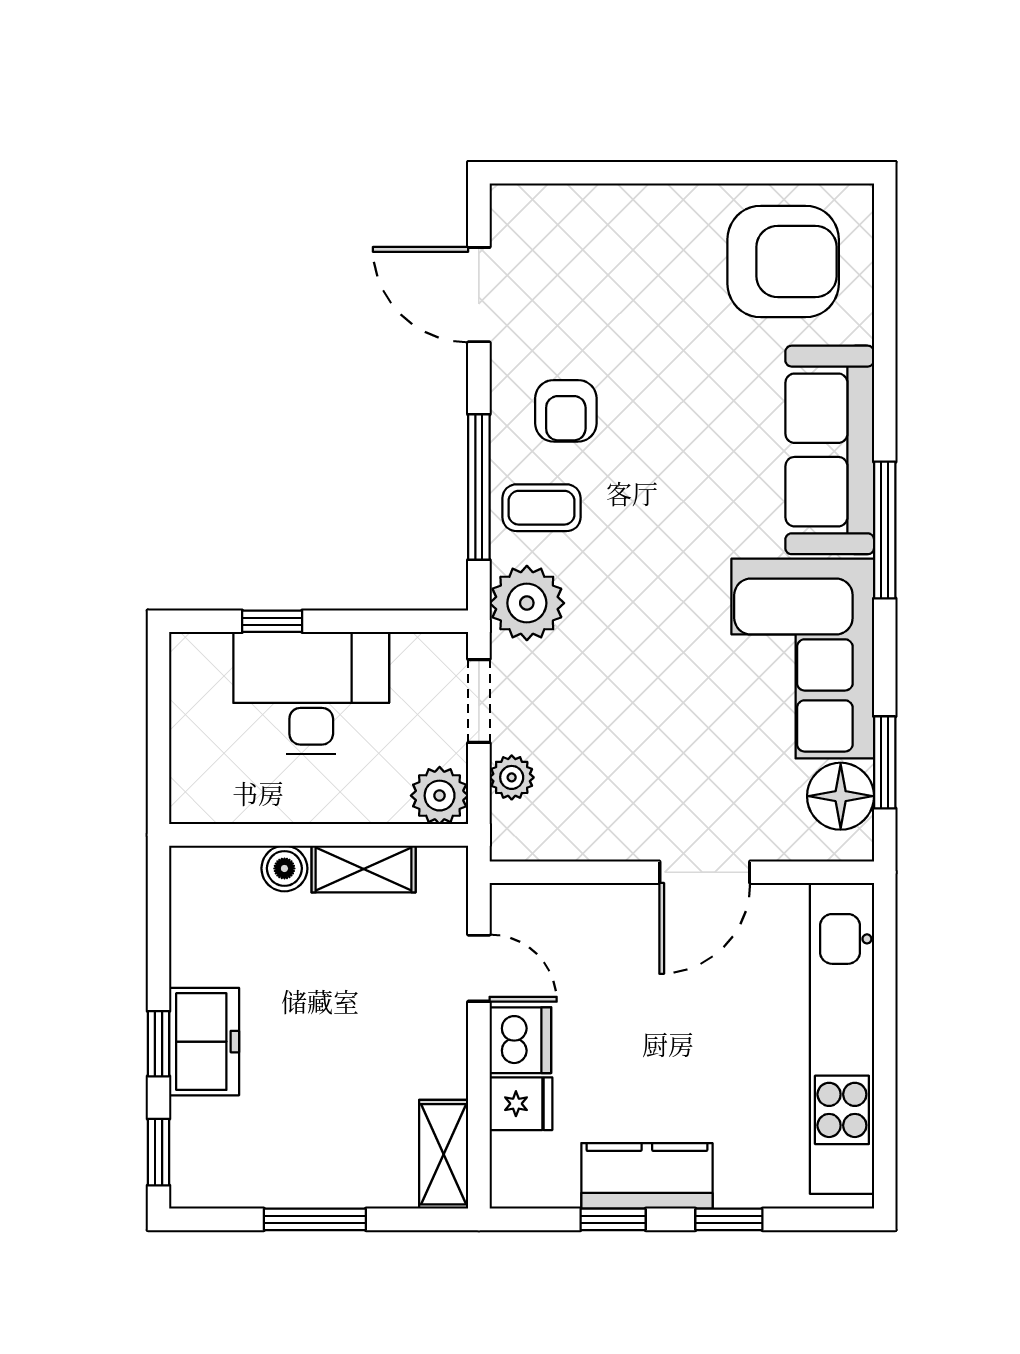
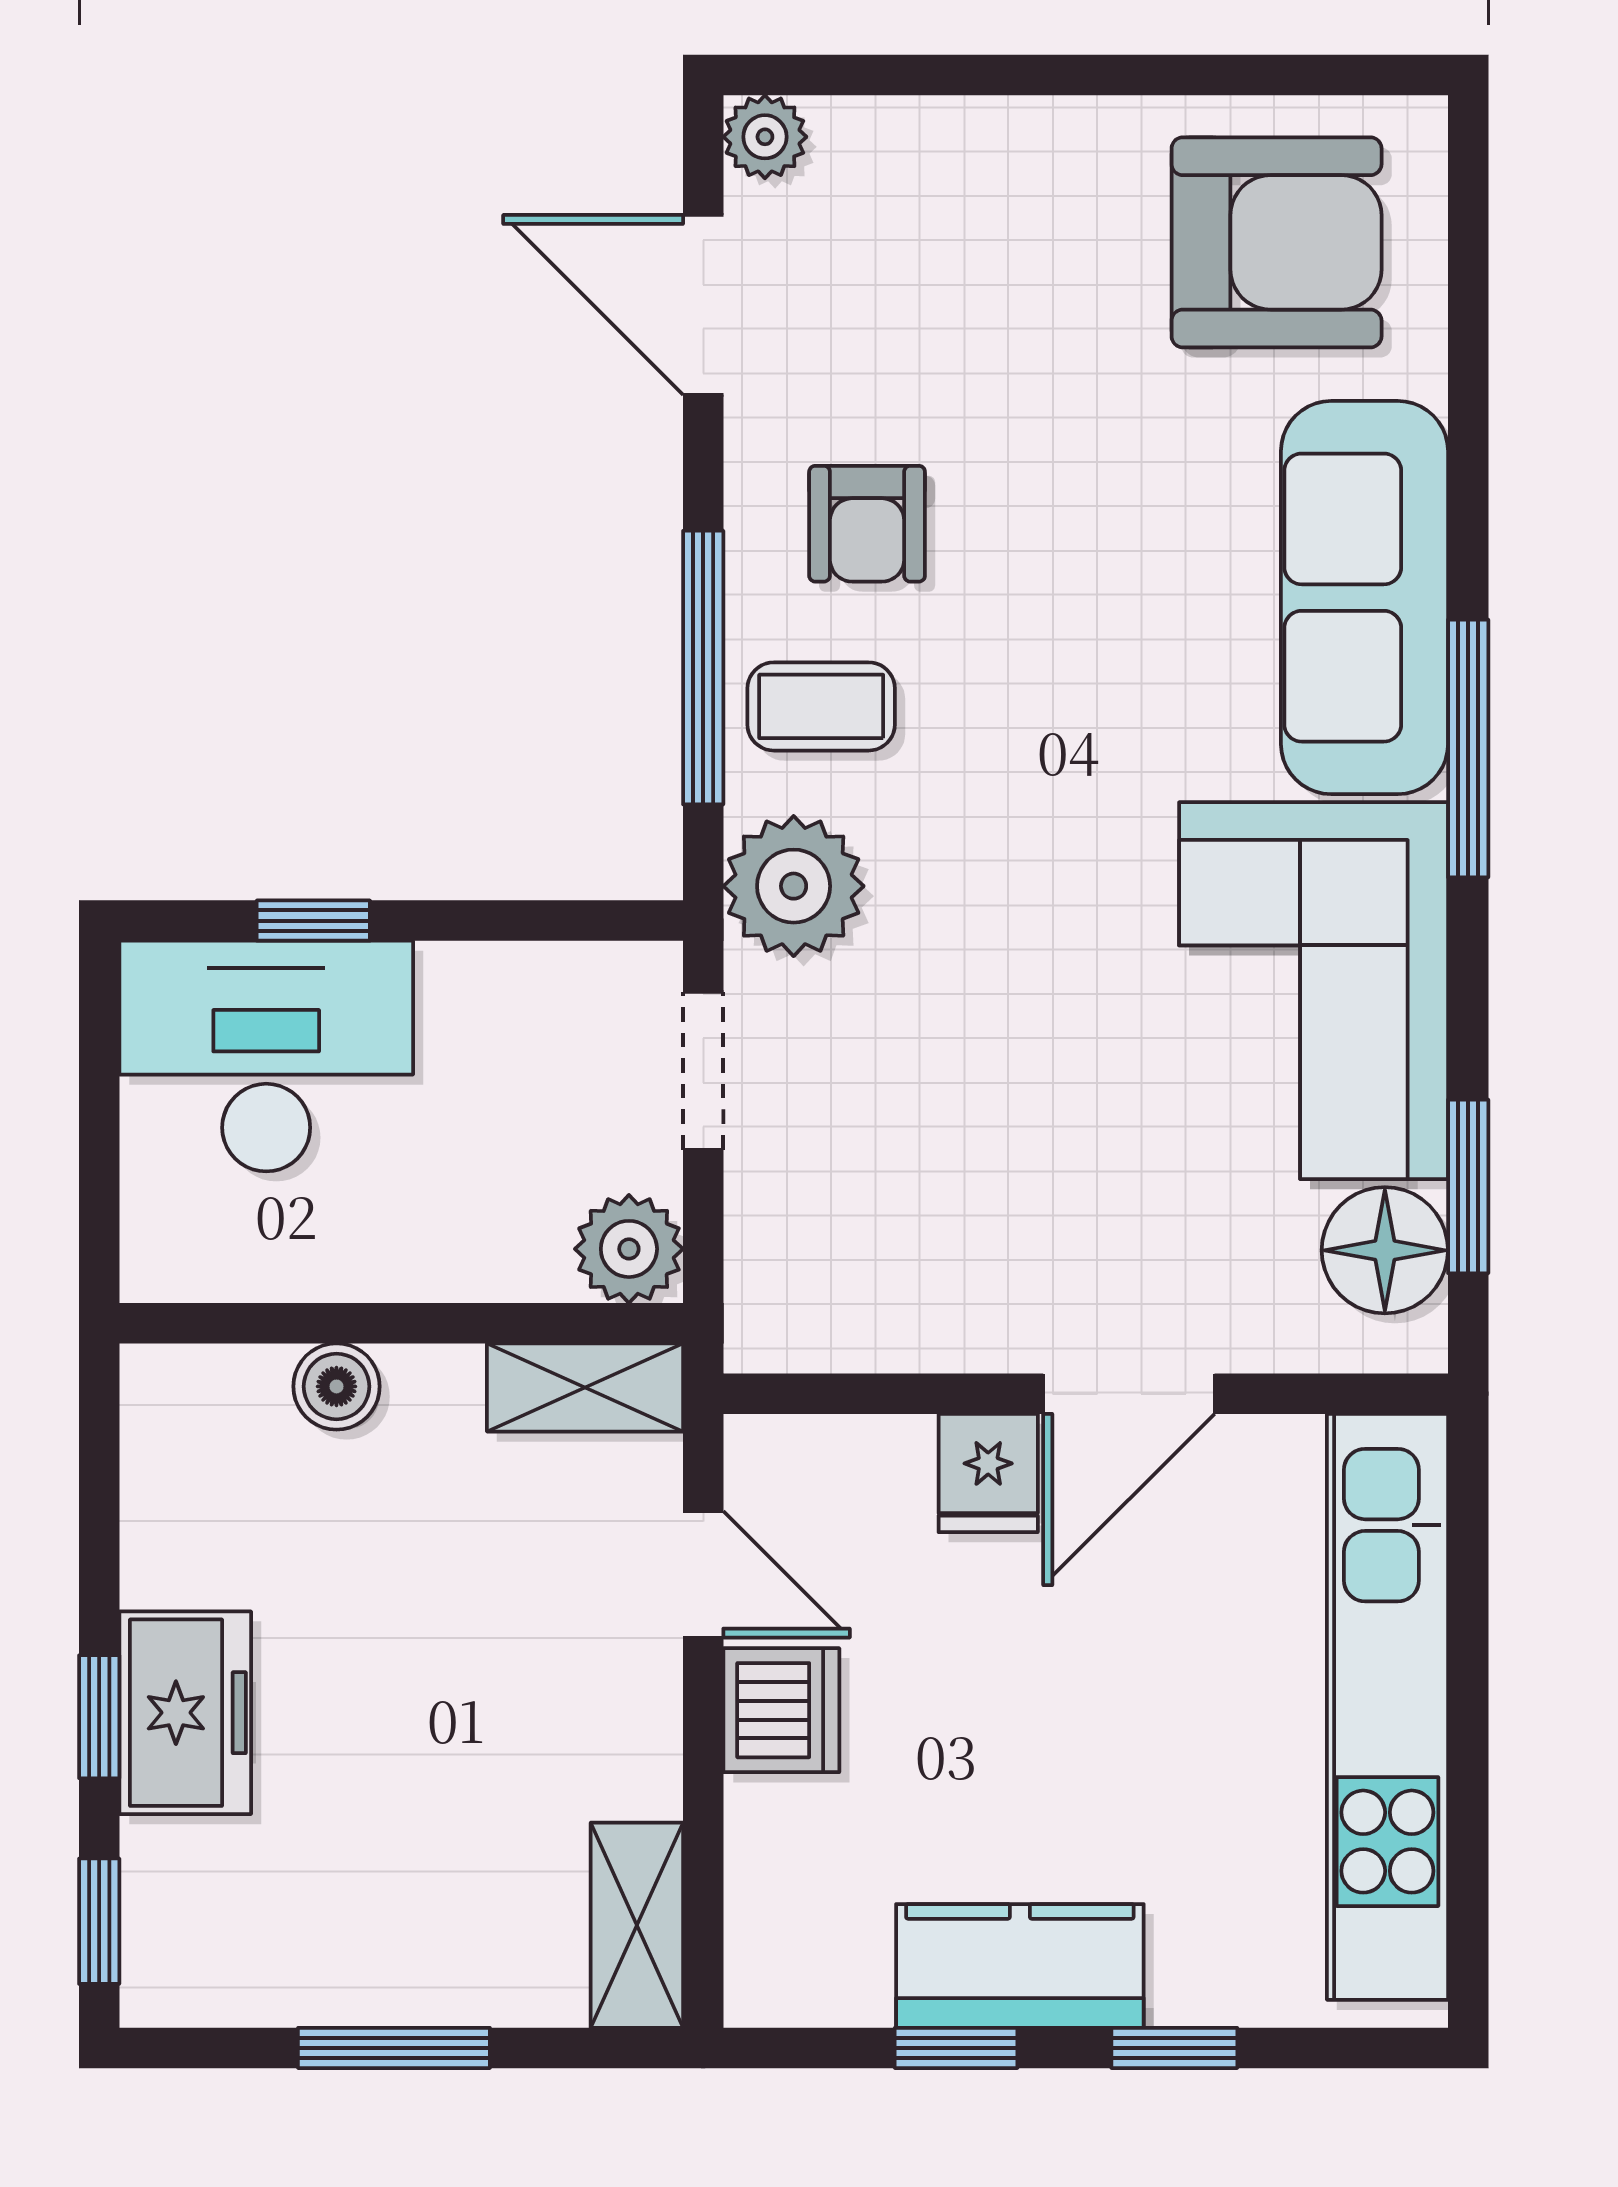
desk: (311, 693) -> (266, 1056), moved
plant: (512, 777) -> (765, 137), moved
shelving: (364, 869) -> (585, 1387), moved
fridge: (521, 1104) -> (988, 1473), moved, turned 90

